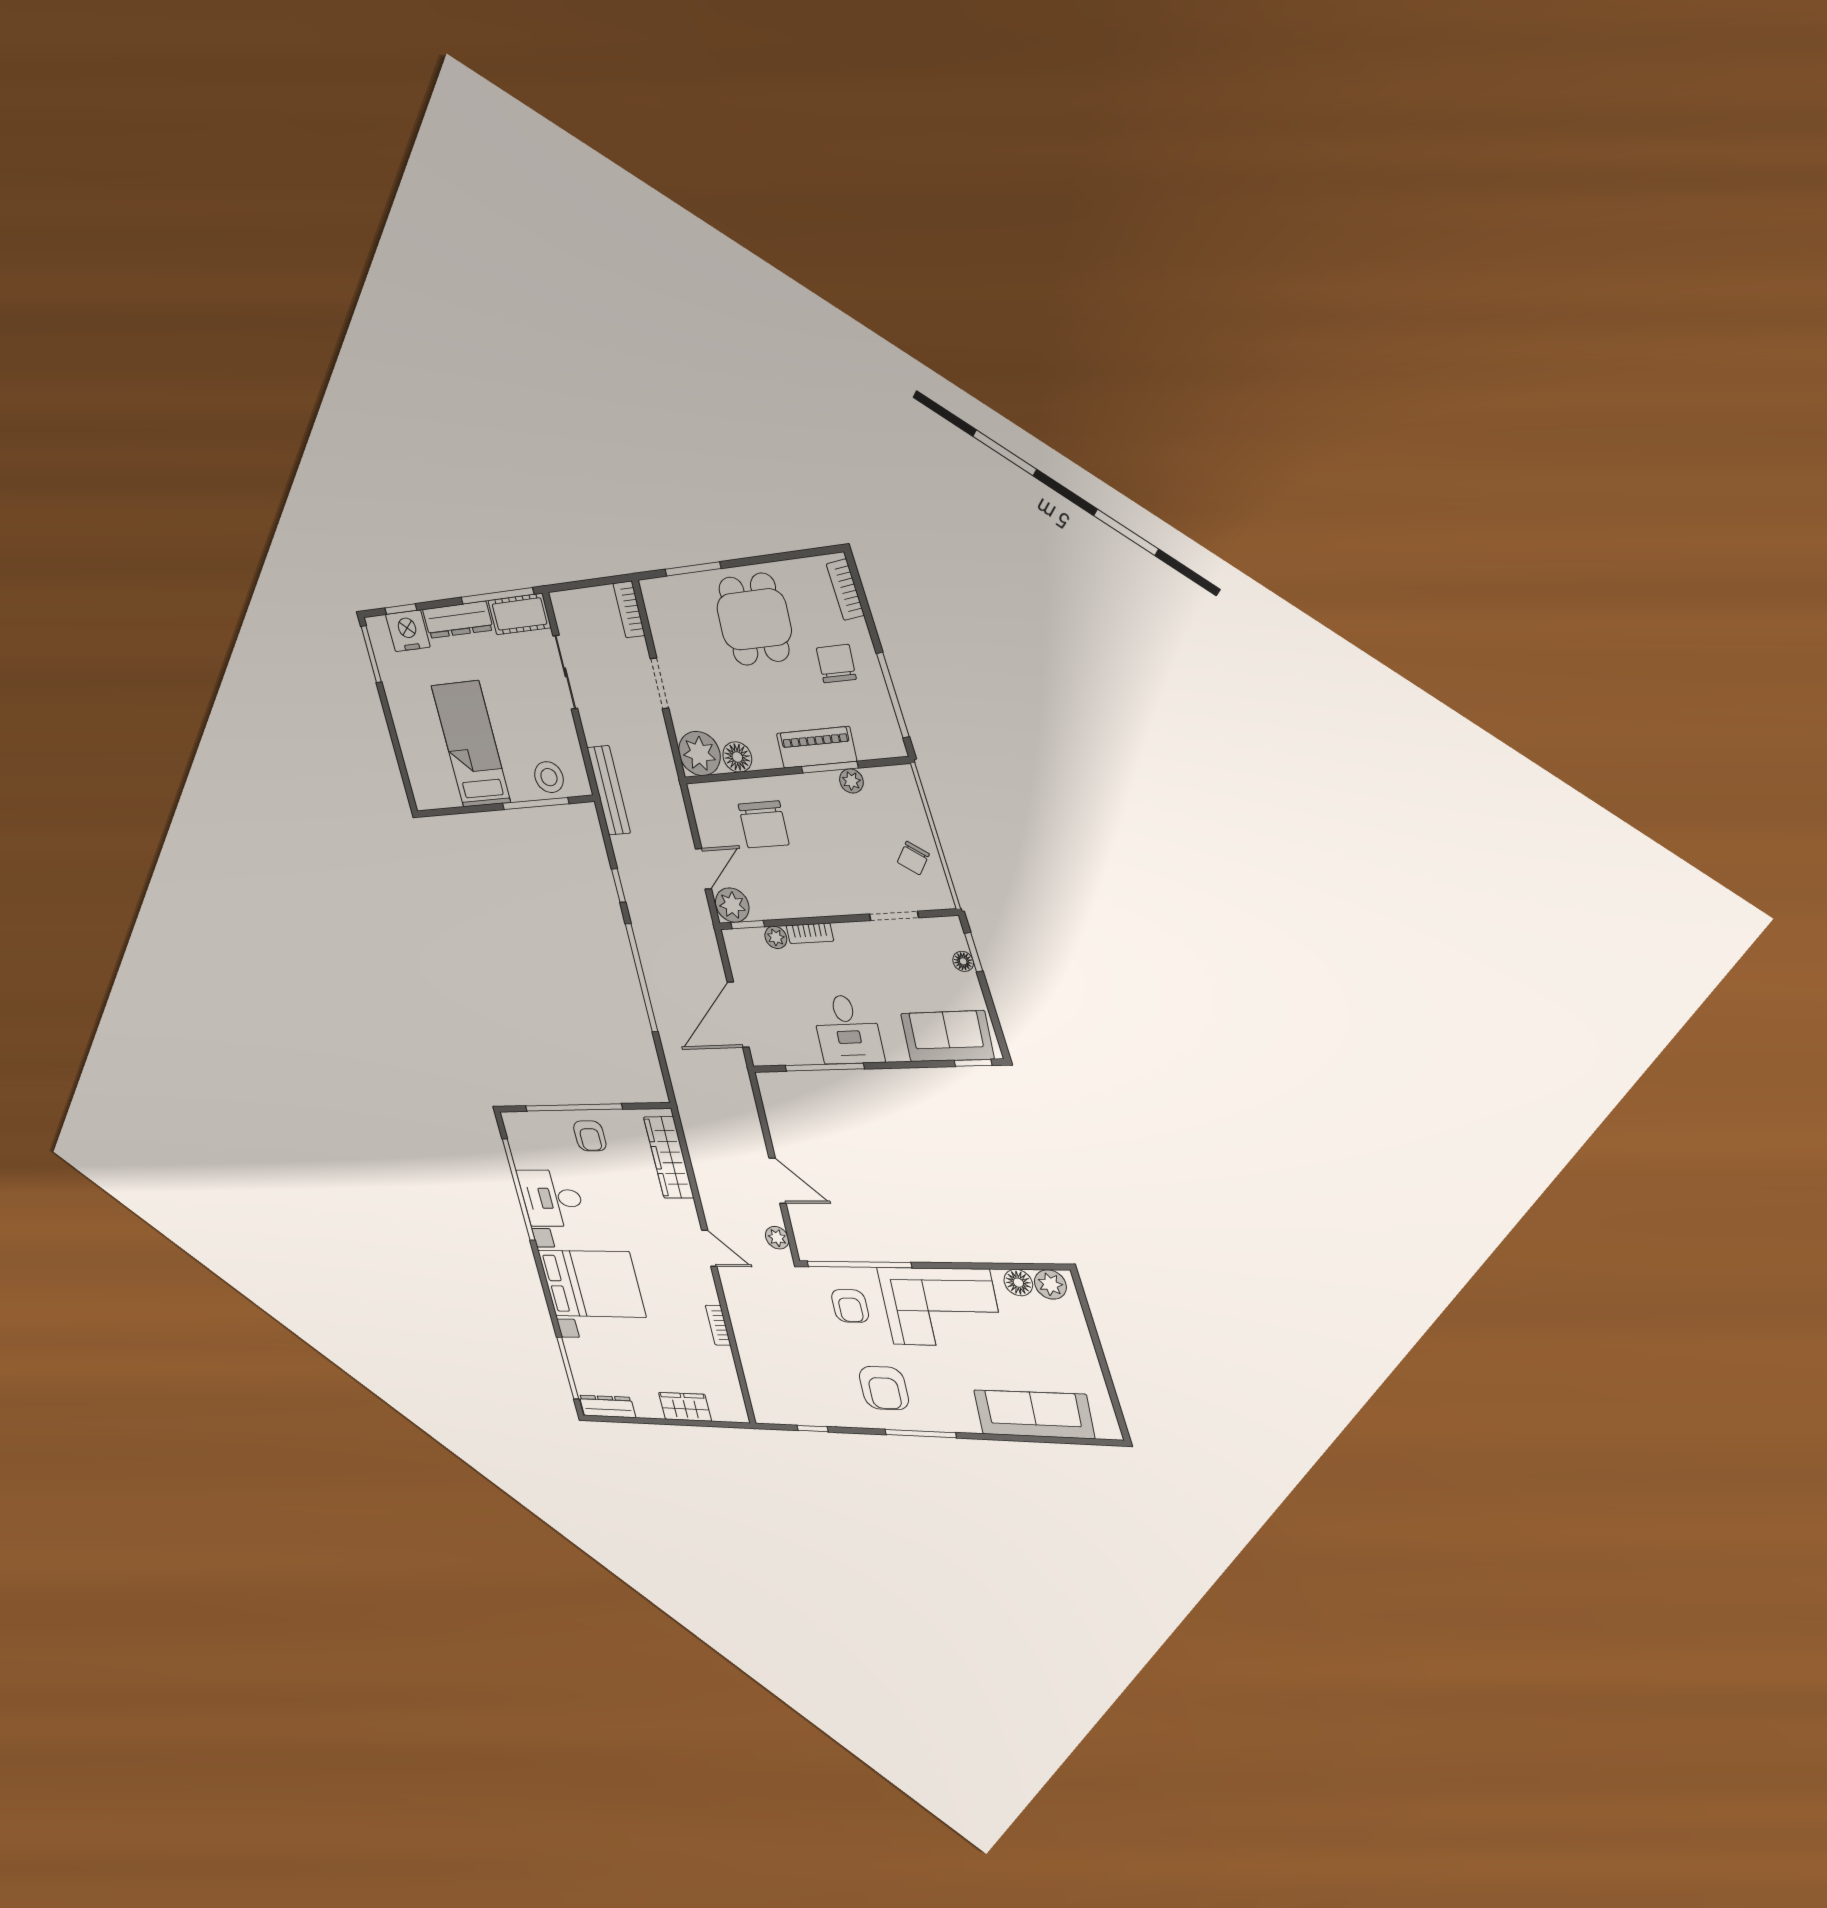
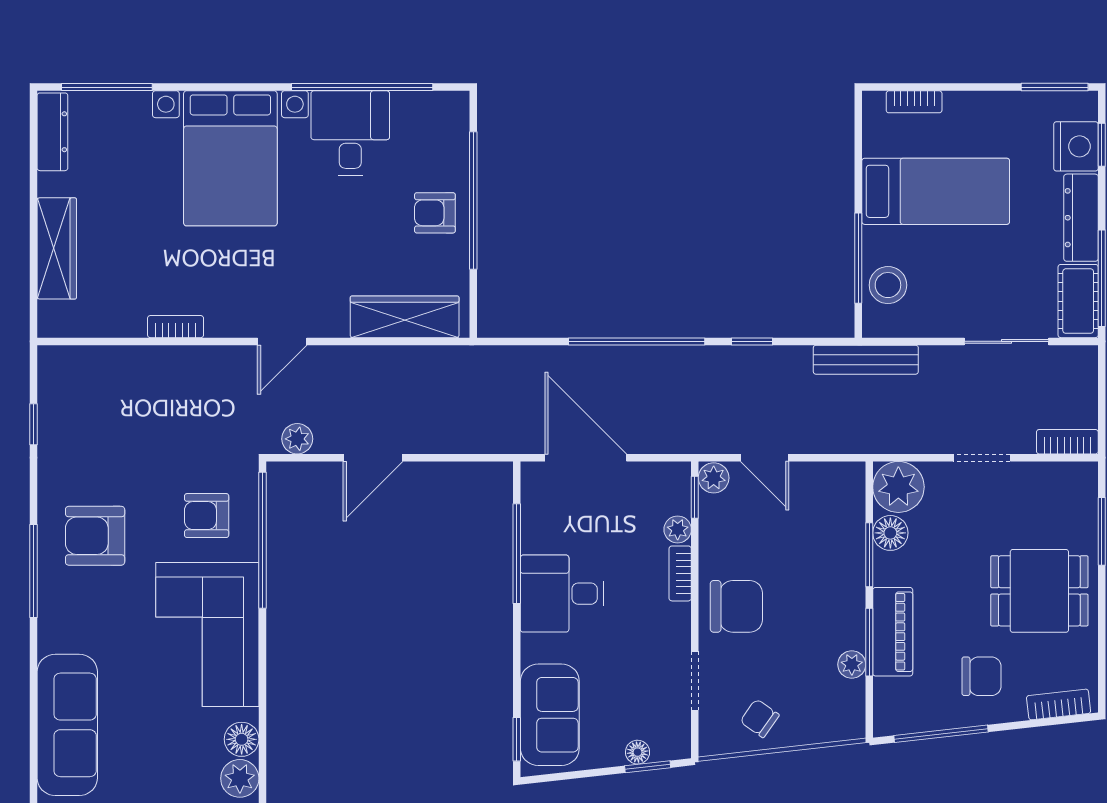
bookcase: (413, 768) -> (914, 102), added
window: (759, 774) -> (869, 555), added
chair: (764, 824) -> (736, 606), moved, turned 180
plant: (732, 905) -> (714, 478), width x0.73, depth x0.73
wardrobe: (685, 1407) -> (57, 248), width x1.50

